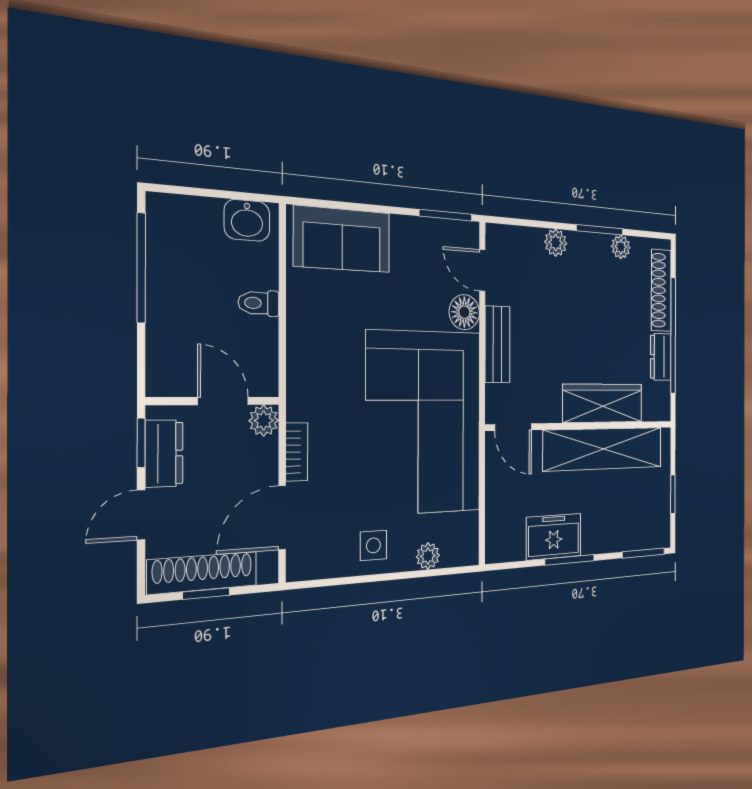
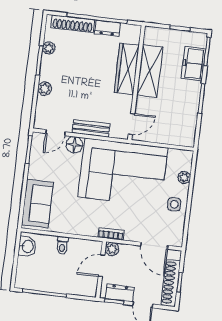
shelving: (604, 449) -> (150, 71), width x0.68
bookcase: (297, 452) -> (111, 234), moved
freezer: (554, 537) -> (193, 64), moved

